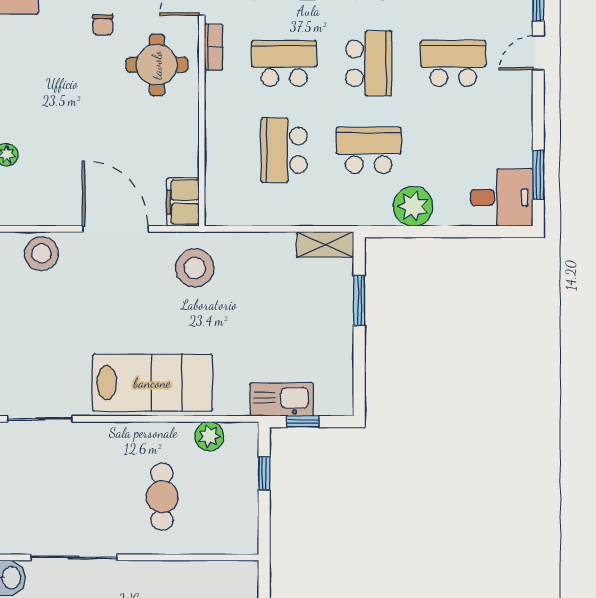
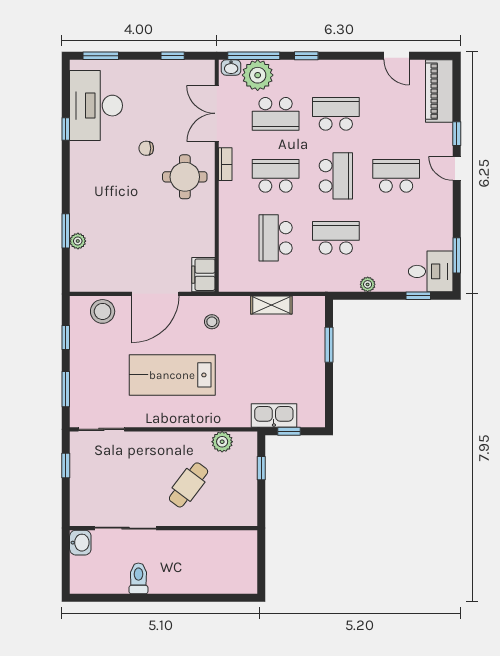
chair: (103, 25) -> (146, 148), turned 90
door: (538, 53) -> (457, 168), hinge flipped
plant: (413, 206) -> (368, 284), width x0.53, depth x0.53
door: (116, 229) -> (155, 294), swing flipped
window: (484, 232) -> (418, 296), added
shelving: (325, 245) -> (271, 305), moved
stool: (195, 268) -> (212, 322), width x0.53, depth x0.53
lab bench: (152, 383) -> (172, 375), moved, turned 180
cafe table: (162, 497) -> (189, 485), turned 37

